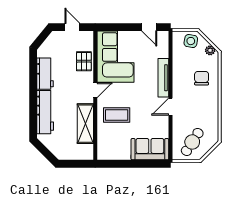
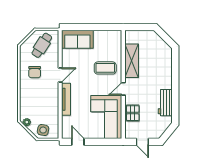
chair: (202, 78) -> (35, 72), moved
workbench: (45, 112) -> (165, 70), removed

